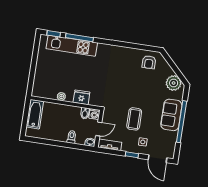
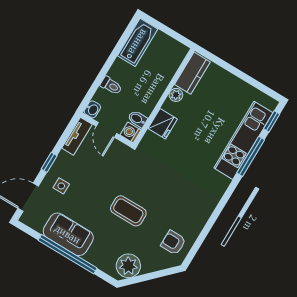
kitchen counter: (45, 92) -> (192, 73), added
bathtub: (35, 114) -> (138, 42), moved, turned -90
sofa: (171, 115) -> (68, 234), moved
coffee table: (134, 119) -> (128, 211), moved

